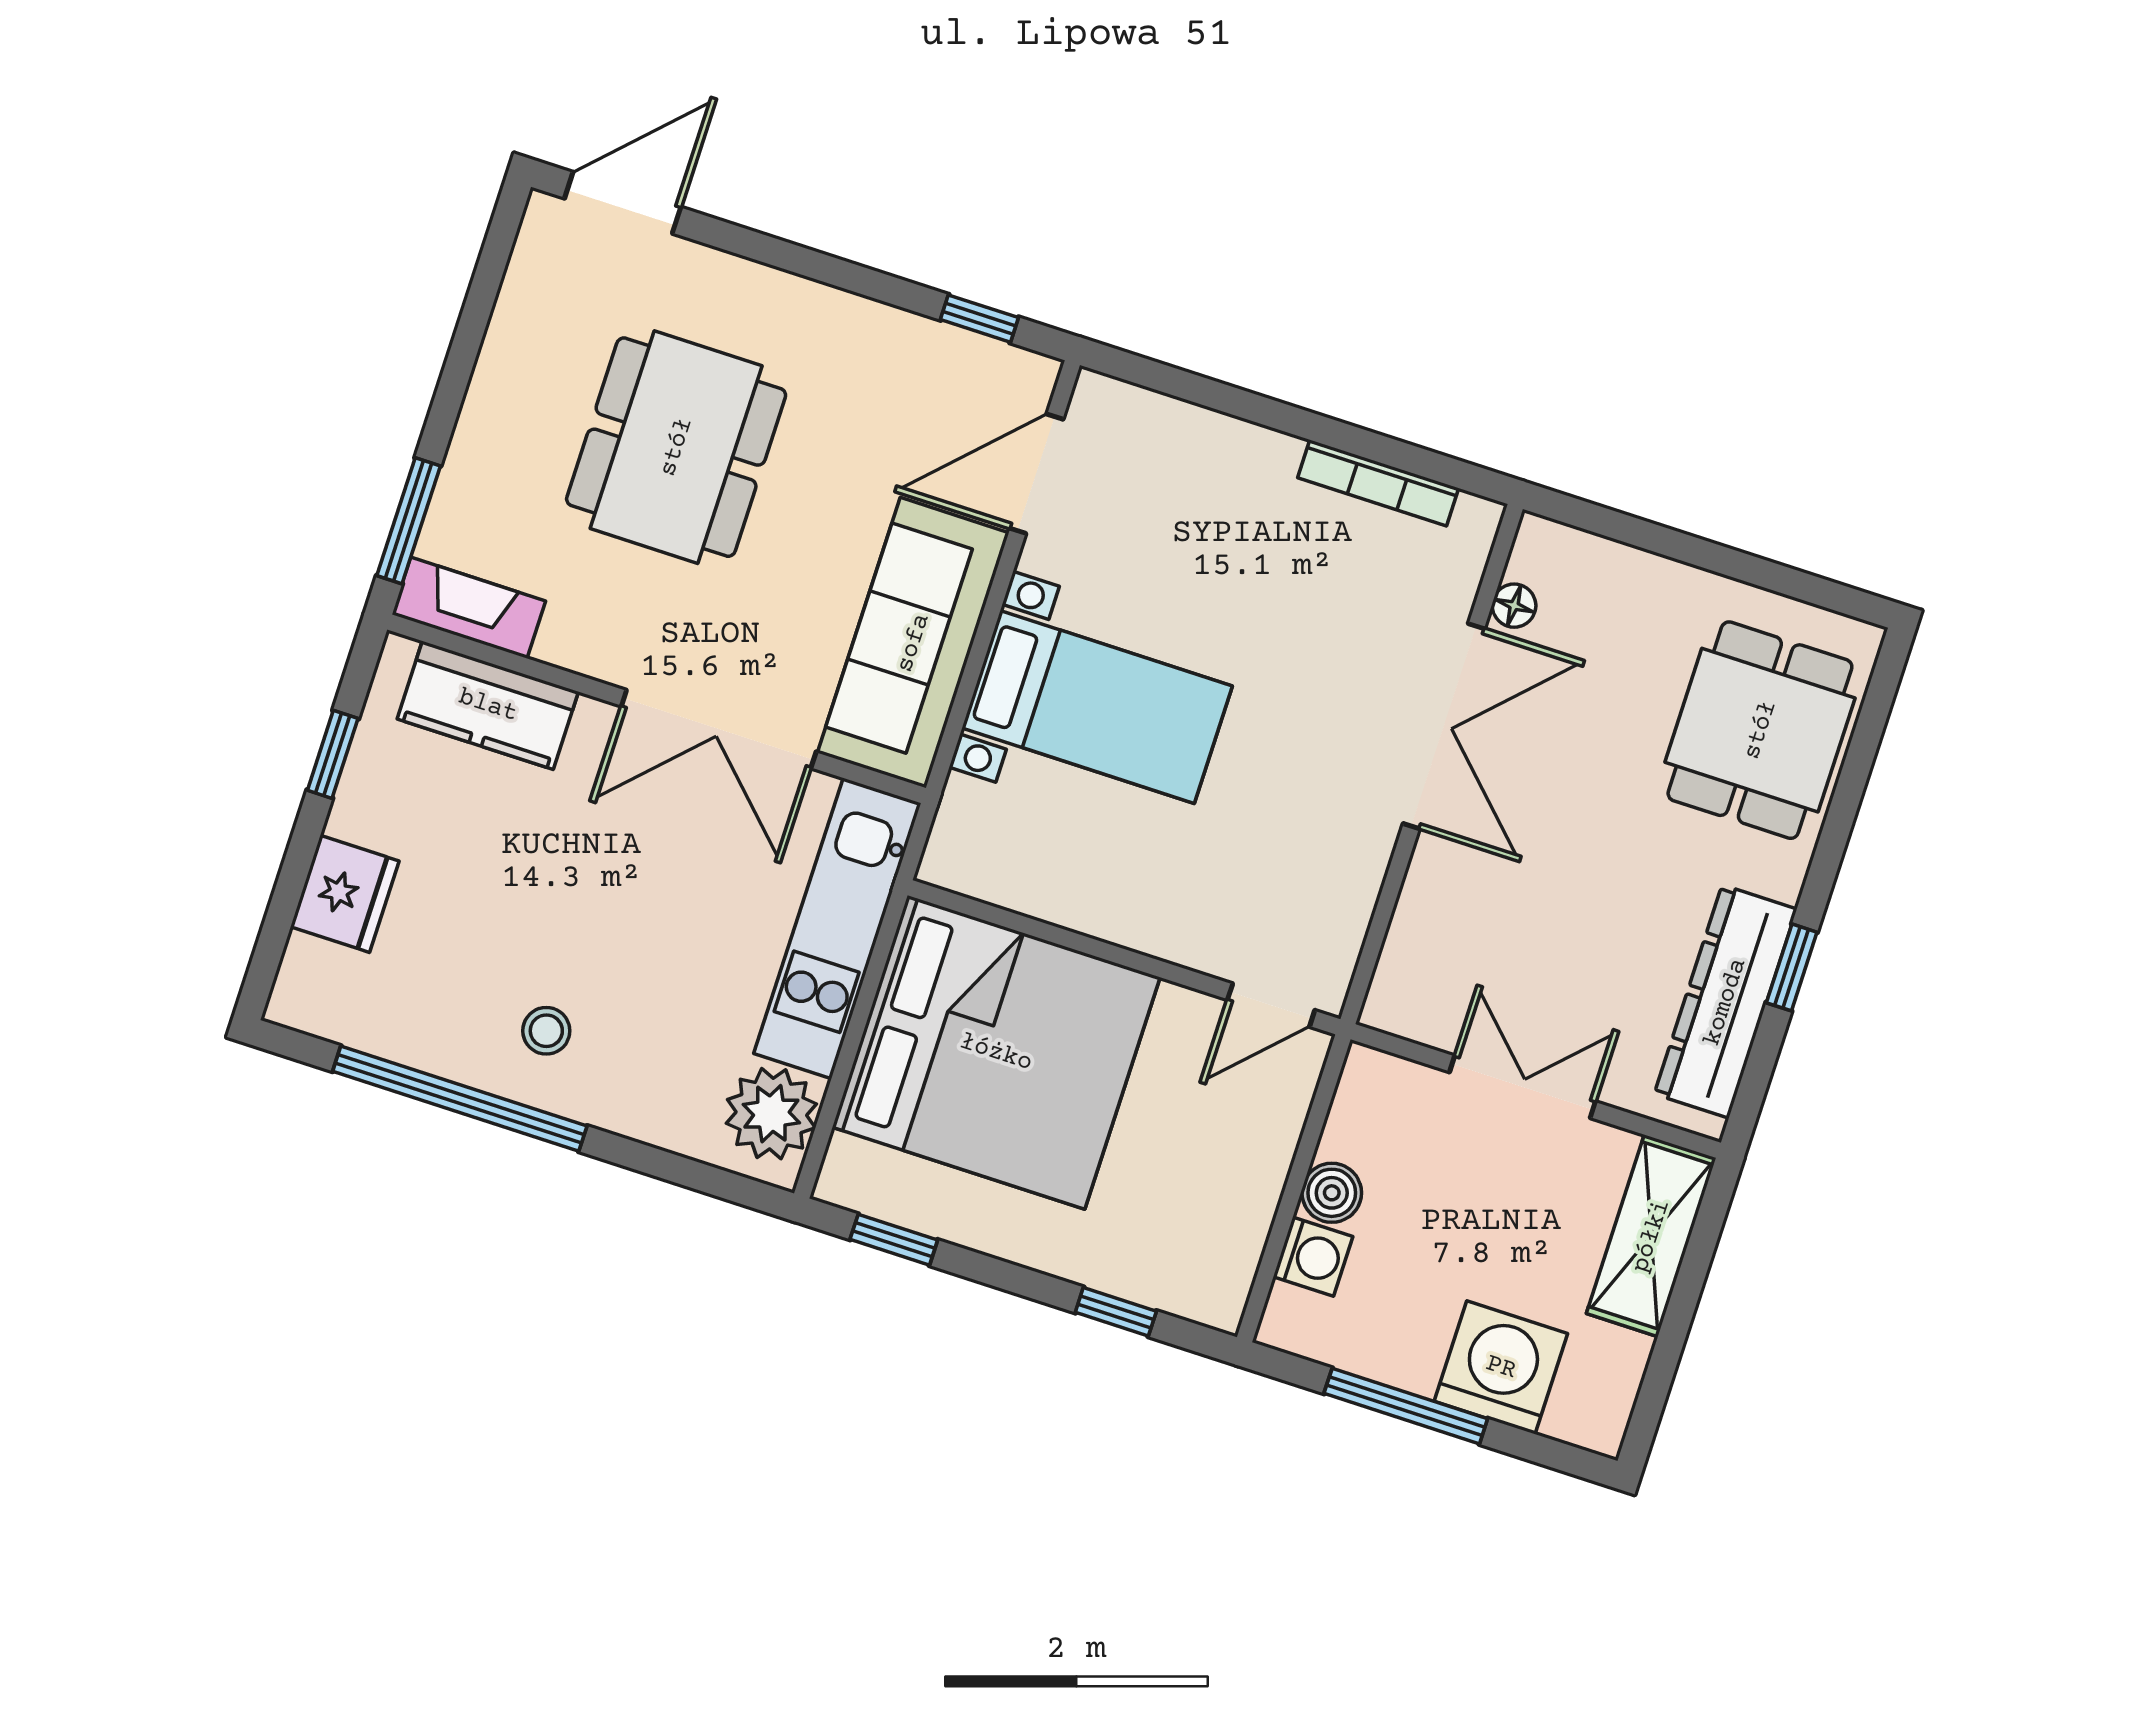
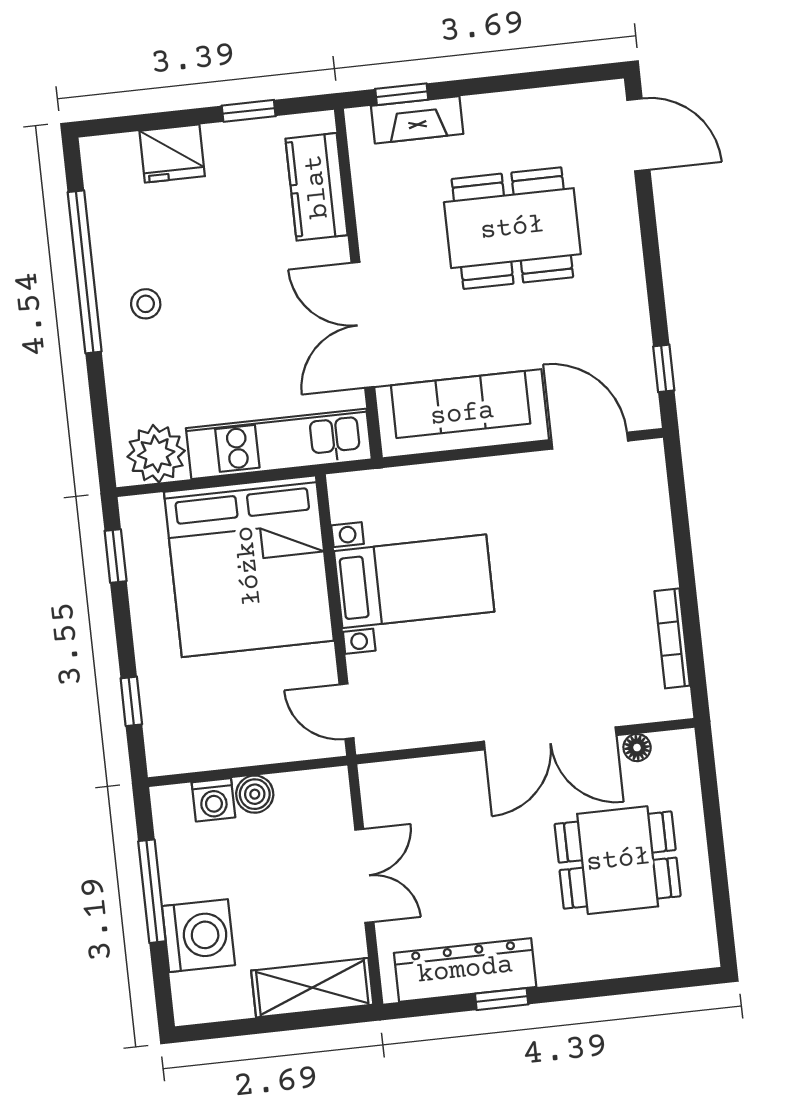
window: (409, 521) -> (402, 94), width x0.67
fireplace: (469, 608) -> (417, 120), moved, turned 90
bed with nightstands: (1097, 707) -> (414, 581), moved, turned -90
dining table: (1760, 730) -> (618, 860), moved

